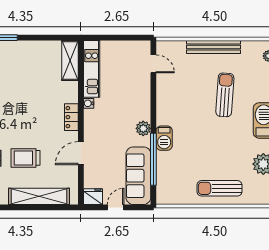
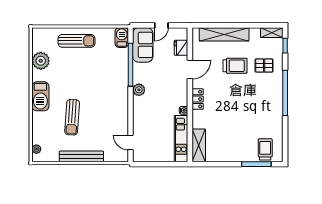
barbecue: (164, 138) -> (122, 38), moved
sofa: (138, 176) -> (143, 45), width x0.73
fridge: (93, 197) -> (181, 48), moved, turned 90

